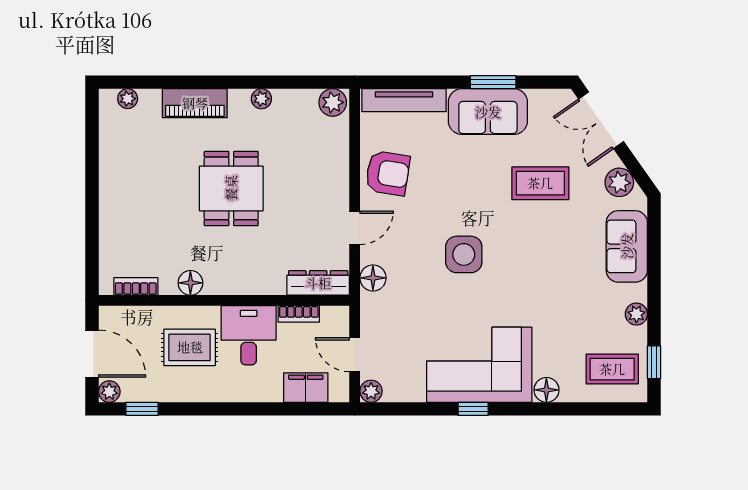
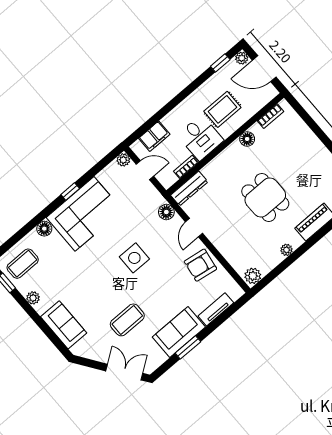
tv unit: (404, 100) -> (216, 309), width x0.71
plant: (619, 182) -> (92, 351), removed

